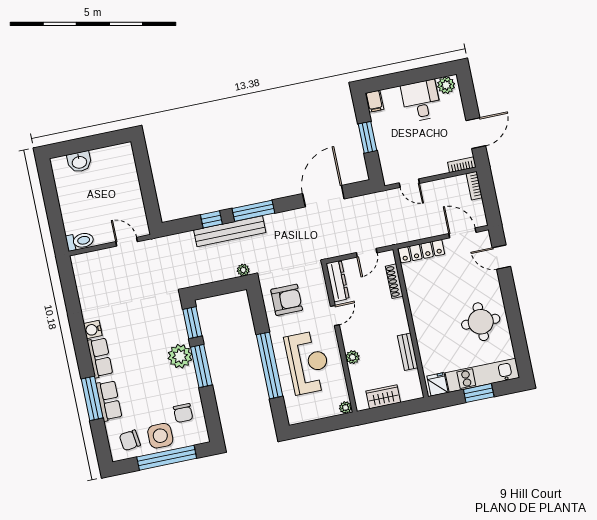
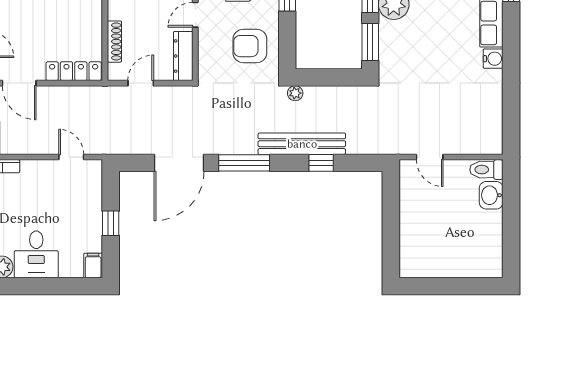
window: (368, 137) -> (111, 223), width x0.67
washbasin: (79, 162) -> (491, 195), moved, turned -90
window: (253, 211) -> (244, 163), moved

